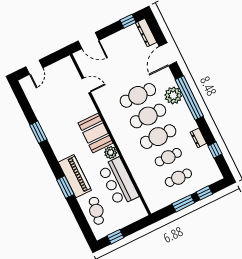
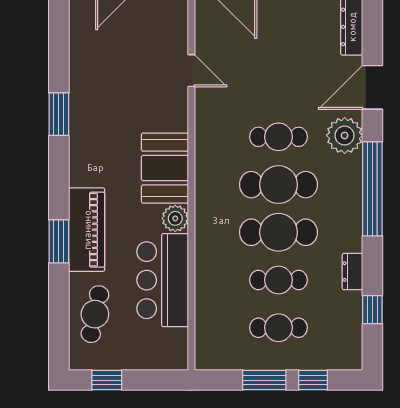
cafe table: (138, 95) -> (278, 137), width x0.73, depth x0.74
plant: (173, 95) -> (345, 135), moved

